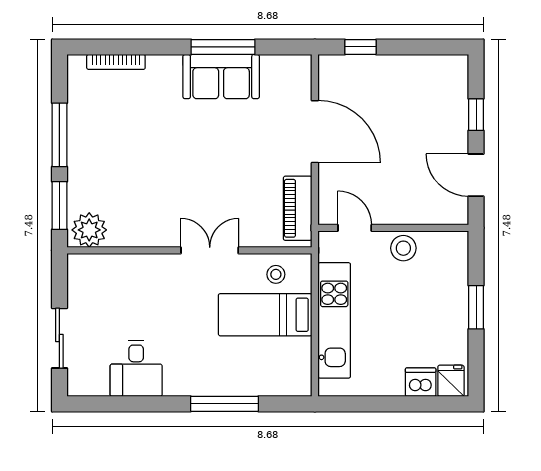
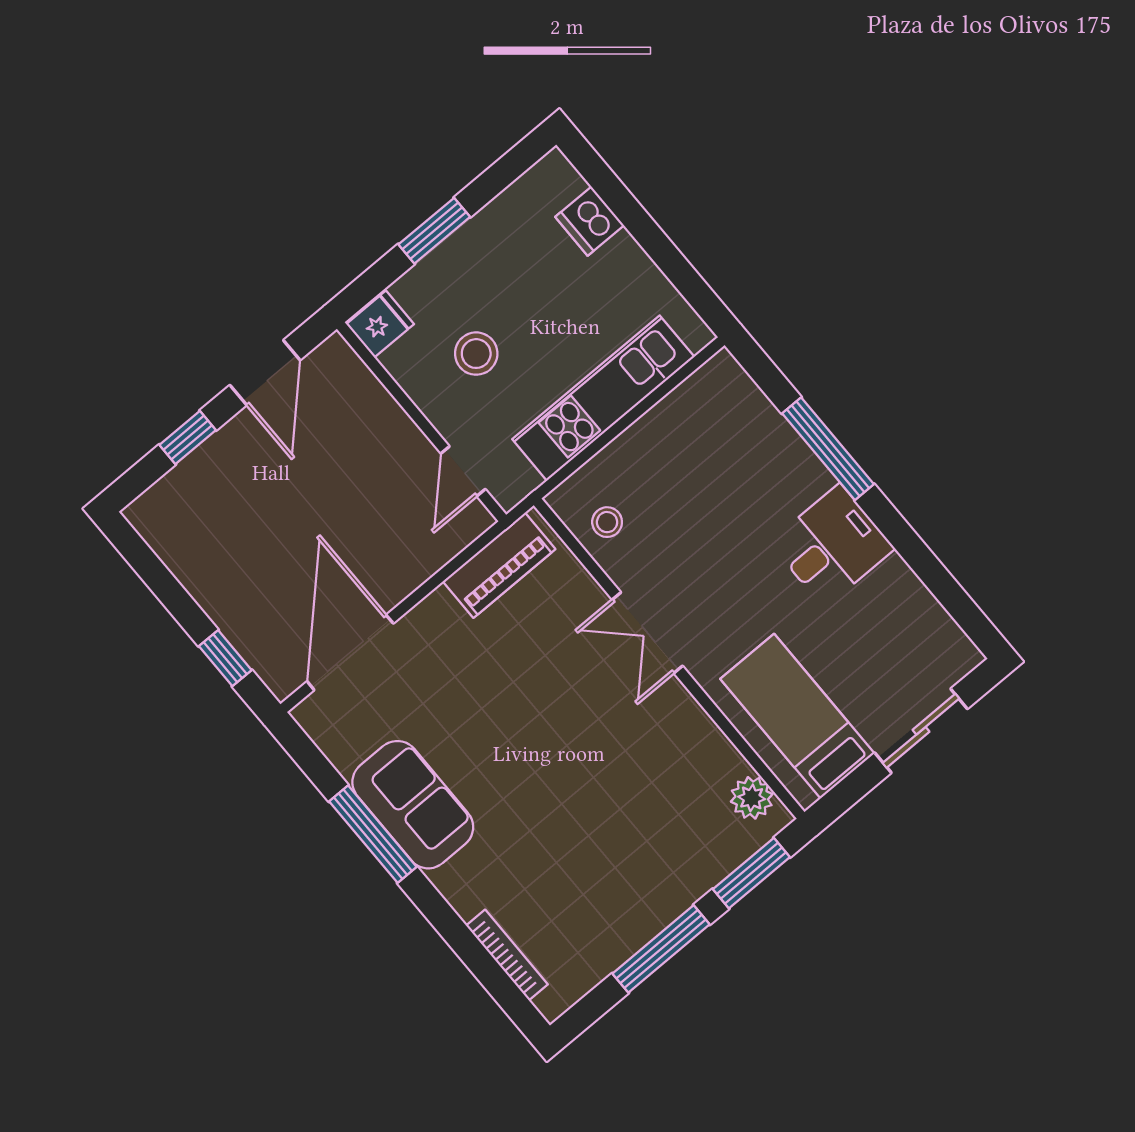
door: (315, 132) -> (350, 652), moved
plant: (89, 230) -> (752, 798), width x0.73, depth x0.73
stool: (403, 248) -> (476, 354), moved
bed: (265, 315) -> (797, 716), moved, turned 180
desk: (136, 368) -> (832, 546), moved
fridge: (451, 381) -> (380, 324), moved, turned 180

